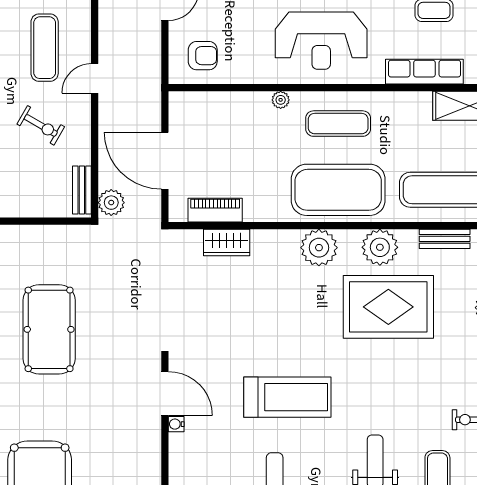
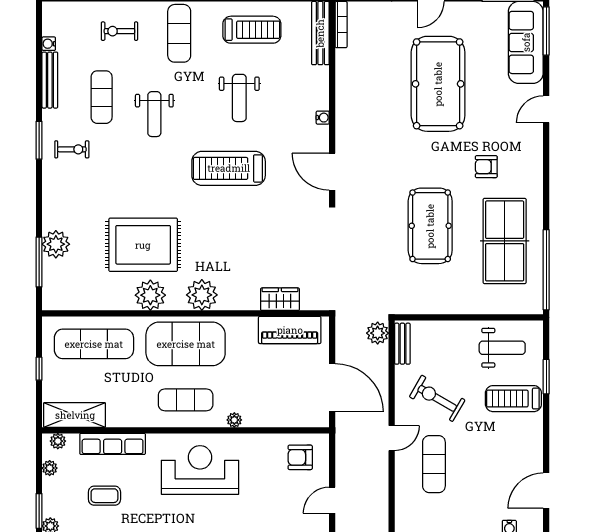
exercise bike: (41, 125) -> (437, 398), width x1.38, depth x1.39
door: (165, 161) -> (332, 388), moved
piano: (215, 210) -> (290, 330), width x1.37, depth x1.33
bench: (445, 239) -> (95, 302), removed
water cooler: (176, 424) -> (323, 118), moved

